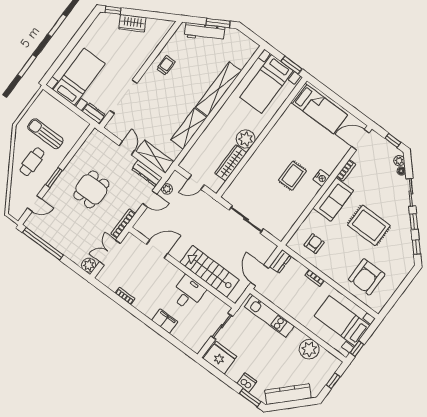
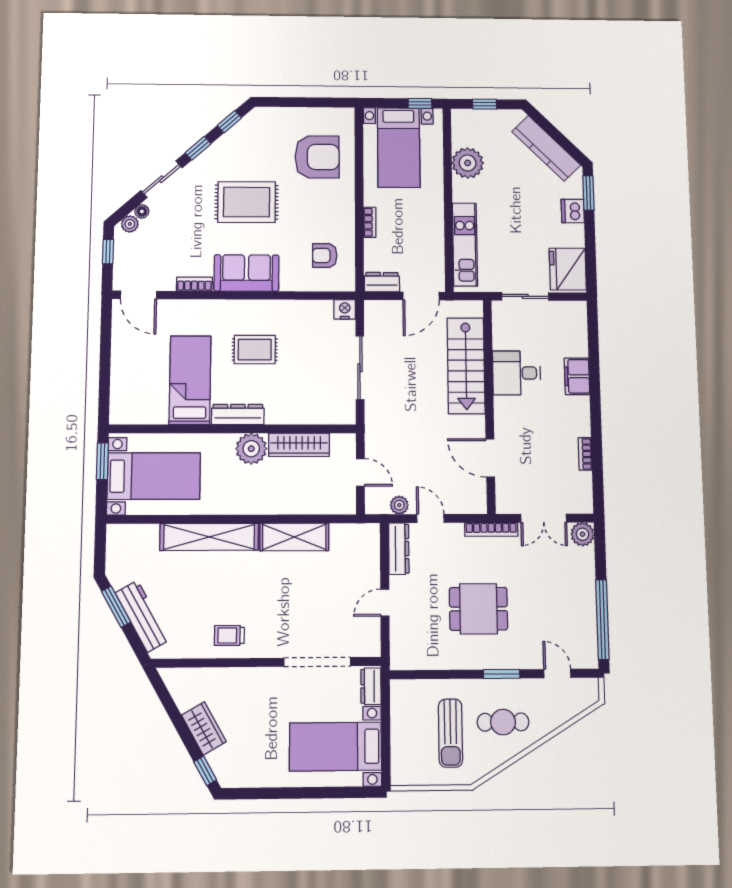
bed: (319, 109) -> (190, 380), moved
dresser: (267, 145) -> (238, 415), added
shelving: (155, 157) -> (368, 555), removed
nightstand: (321, 178) -> (345, 309), moved
rug: (369, 225) -> (247, 202), turned 90

